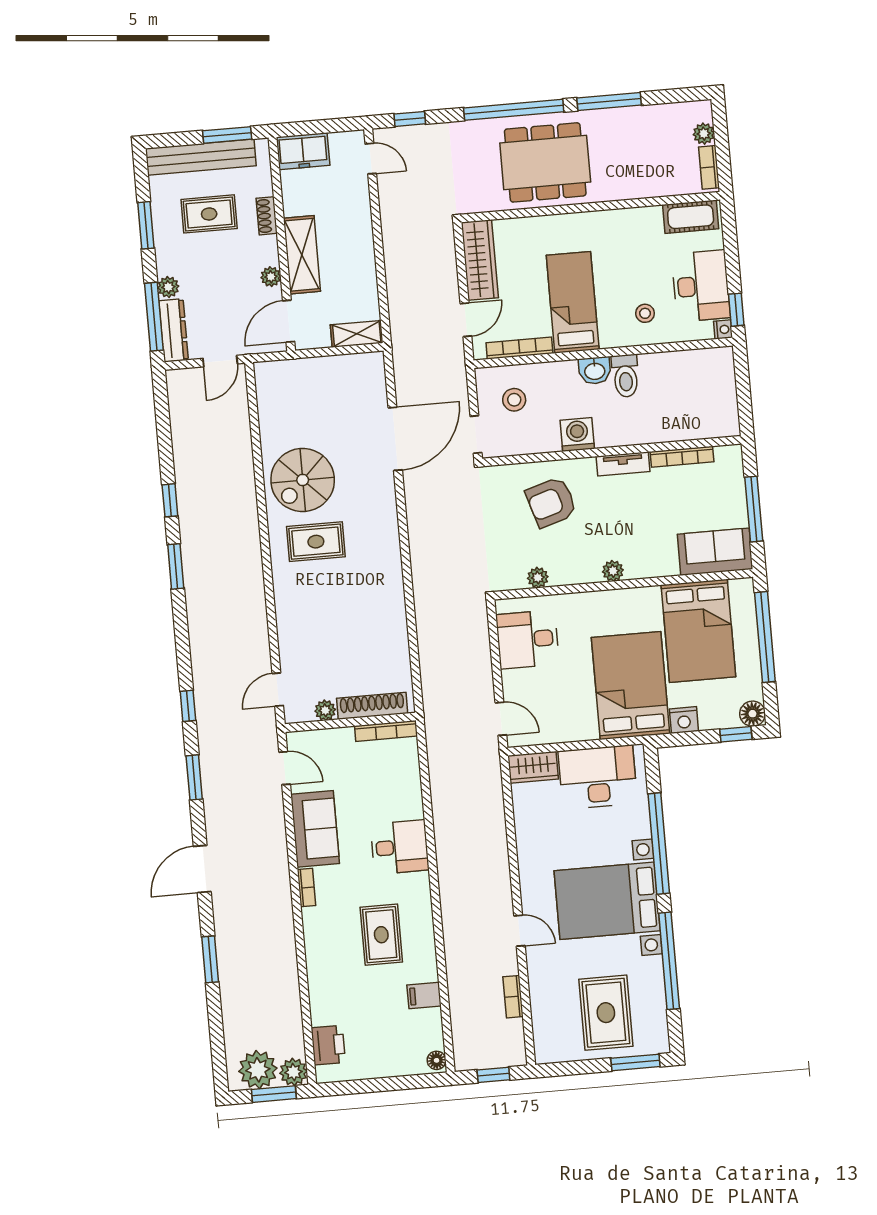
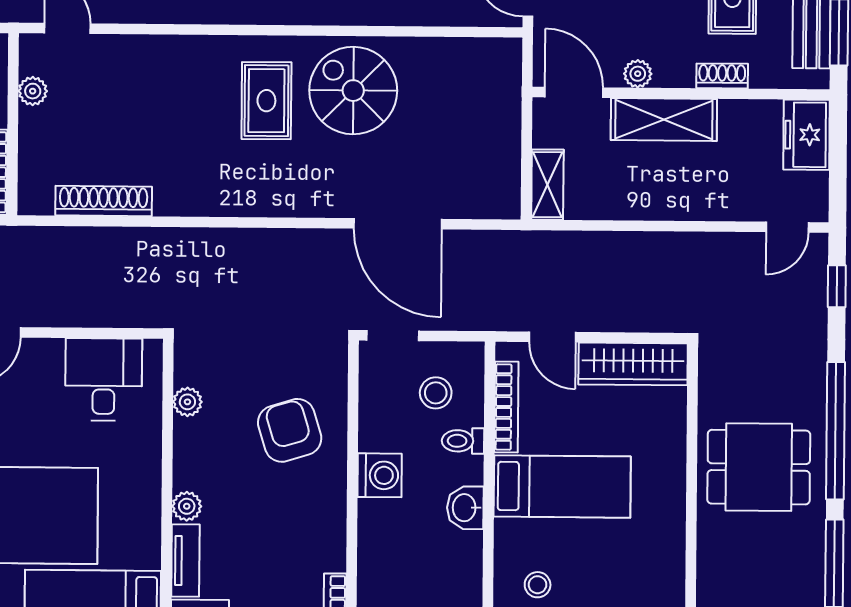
dining table: (545, 162) -> (759, 467), width x0.73
toilet: (625, 376) -> (463, 441), moved, width x0.73, depth x0.72
tv unit: (623, 464) -> (185, 561), moved, turned 180
shoe rack: (372, 706) -> (104, 201), moved, turned -90

